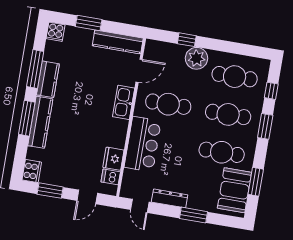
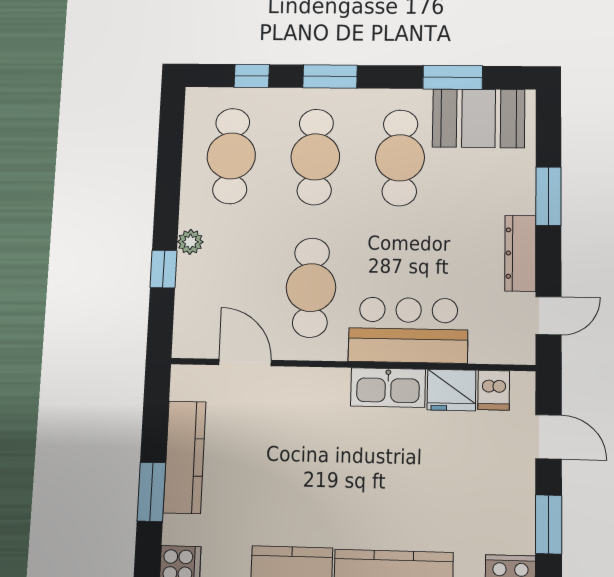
kitchen counter: (118, 42) -> (185, 457), moved
plant: (197, 58) -> (190, 242), width x0.53, depth x0.53
kitchen sink: (124, 102) -> (388, 388), moved

